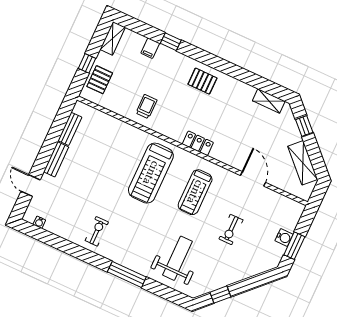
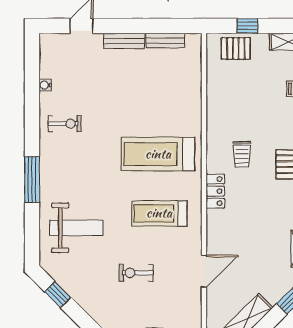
trolley: (146, 107) -> (242, 154), moved, turned 90
water cooler: (39, 222) -> (45, 85), moved

